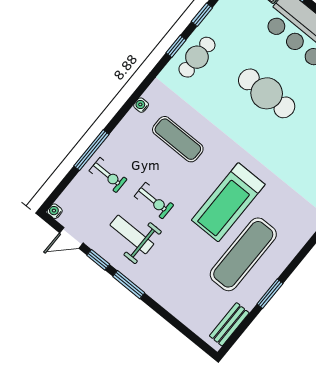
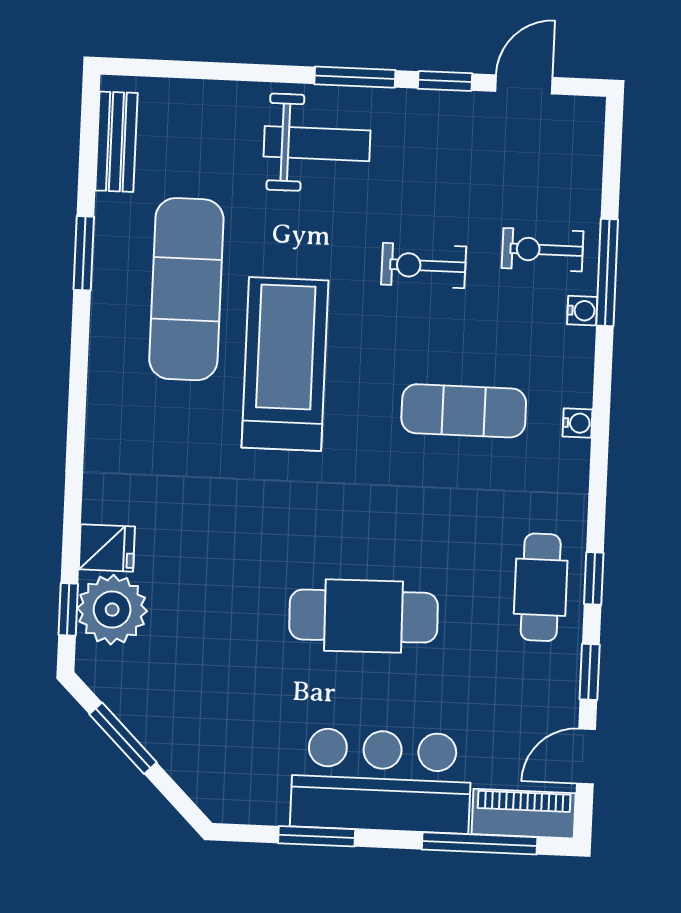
water cooler: (55, 211) -> (582, 311), moved
weight bench: (132, 234) -> (317, 144), moved

